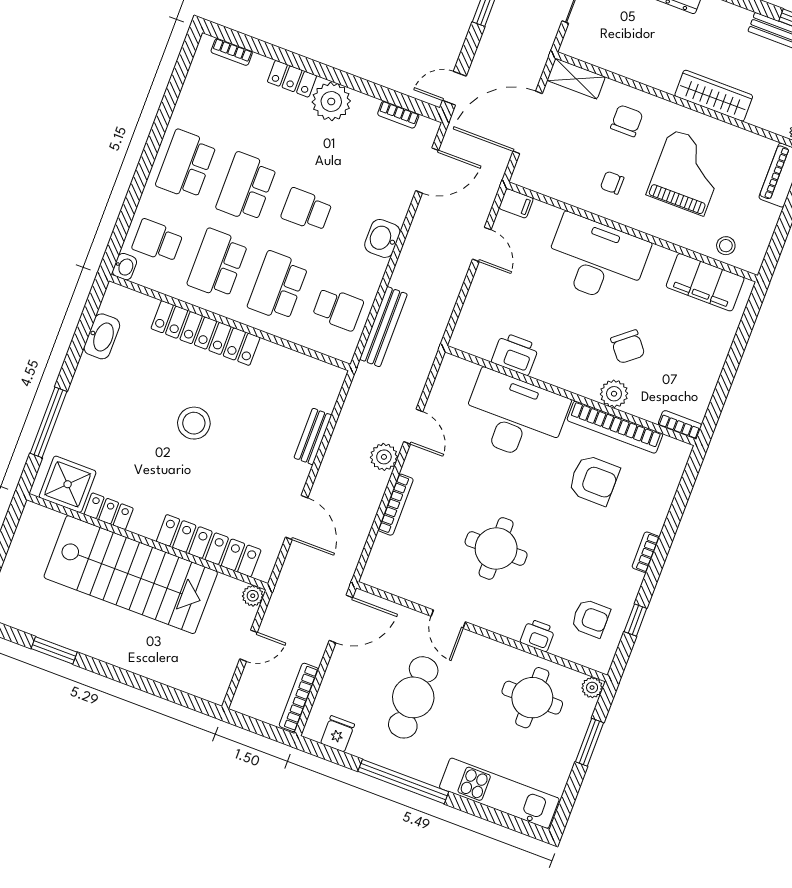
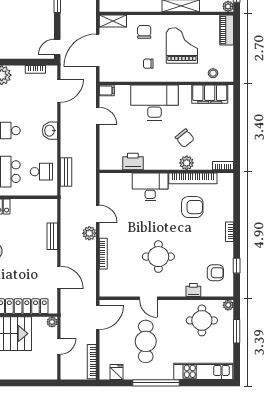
bench: (383, 327) -> (66, 172), width x0.73
desk: (515, 416) -> (150, 187), width x0.73, depth x0.77

